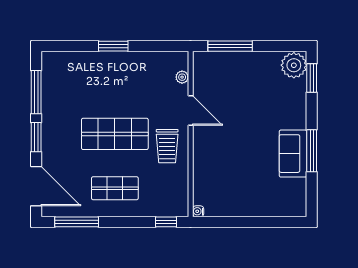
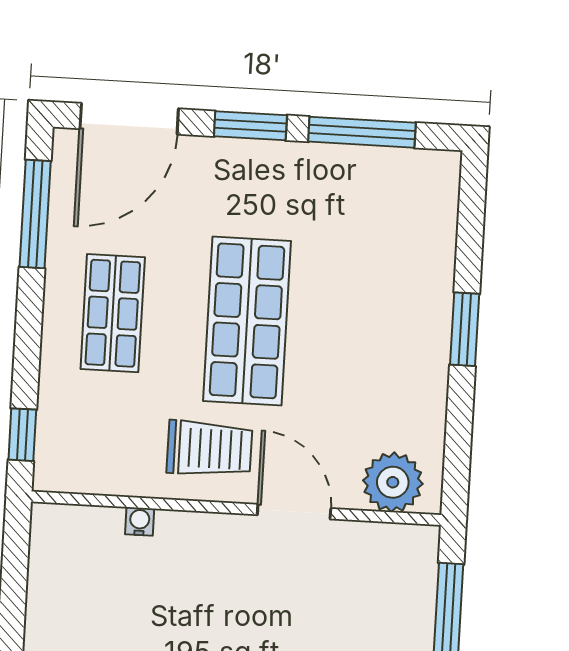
plant: (182, 77) -> (393, 482), width x1.87, depth x1.87
door: (191, 111) -> (294, 512), swing flipped
trolley: (167, 146) -> (209, 449), turned 180
water cooler: (198, 211) -> (140, 521), moved

